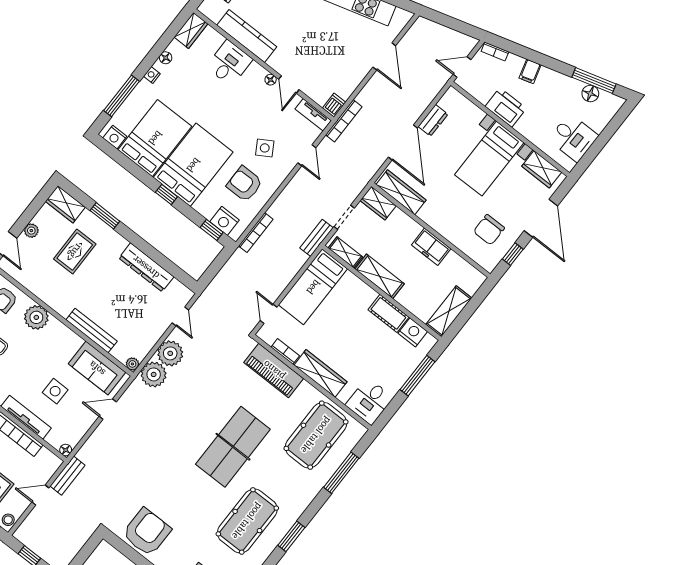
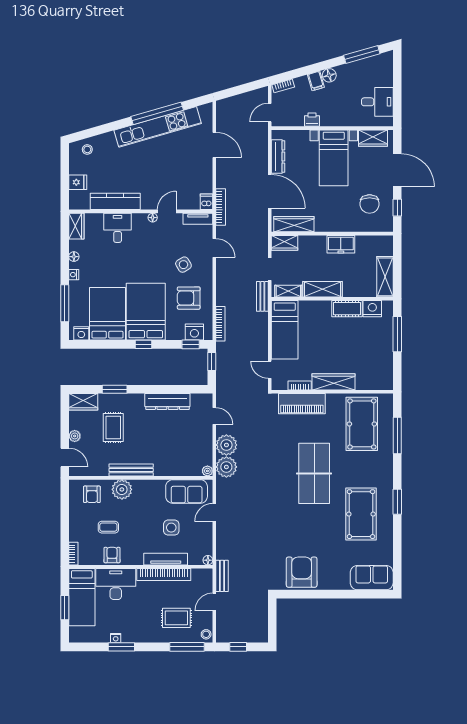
door: (289, 84) -> (167, 211), swing flipped
floor lamp: (590, 94) -> (329, 75), moved
printer: (506, 107) -> (312, 120), width x0.53, depth x0.68
dresser: (433, 120) -> (278, 156), width x1.44
window: (219, 262) -> (212, 361), added
bench: (92, 331) -> (131, 470), moved
desk: (369, 401) -> (379, 375), removed

